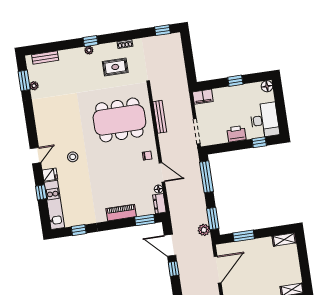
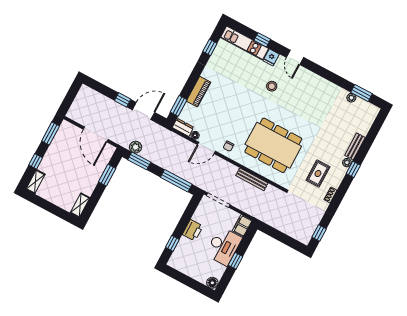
bench: (45, 57) -> (355, 146), moved
dining table: (119, 120) -> (273, 145), turned 90
desk: (265, 120) -> (224, 246), moved, turned -90

